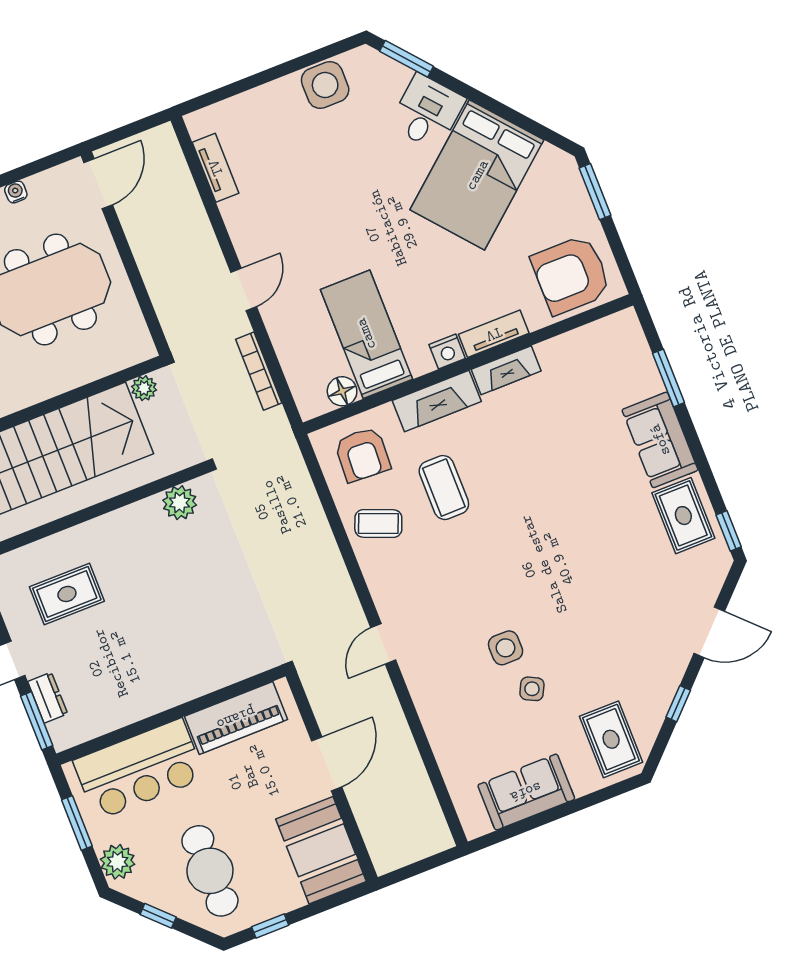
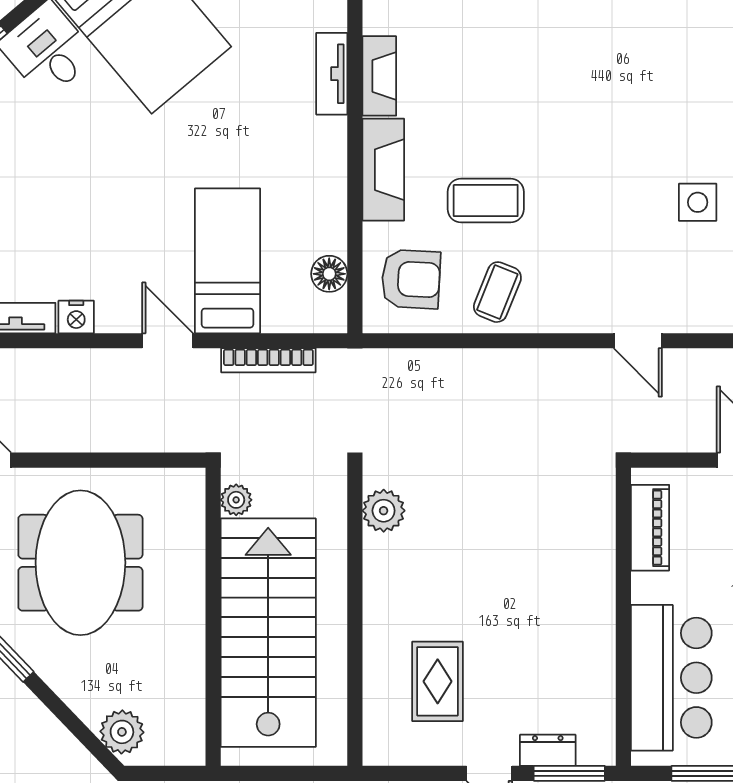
bed: (366, 334) -> (227, 261), moved, turned 90
nightstand: (447, 351) -> (76, 317), moved, turned 90
piano: (236, 718) -> (650, 528), width x0.73, depth x0.75

